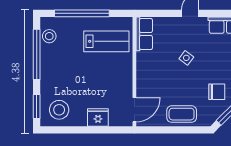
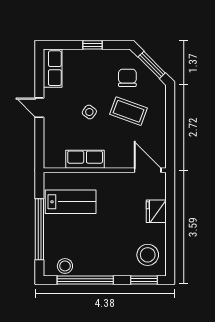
row of seats: (144, 34) -> (85, 159), moved
lab bench: (106, 41) -> (71, 202), turned 90
coffee table: (182, 114) -> (129, 111), moved, turned -70

